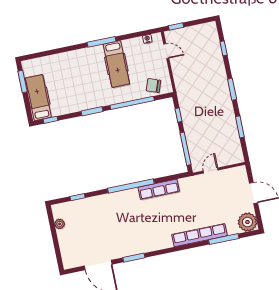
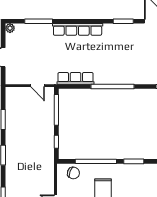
door: (211, 171) -> (38, 86), hinge flipped
row of seats: (159, 189) -> (76, 78), moved
plant: (247, 222) -> (10, 28), width x0.53, depth x0.53
row of seats: (199, 235) -> (78, 29), moved

